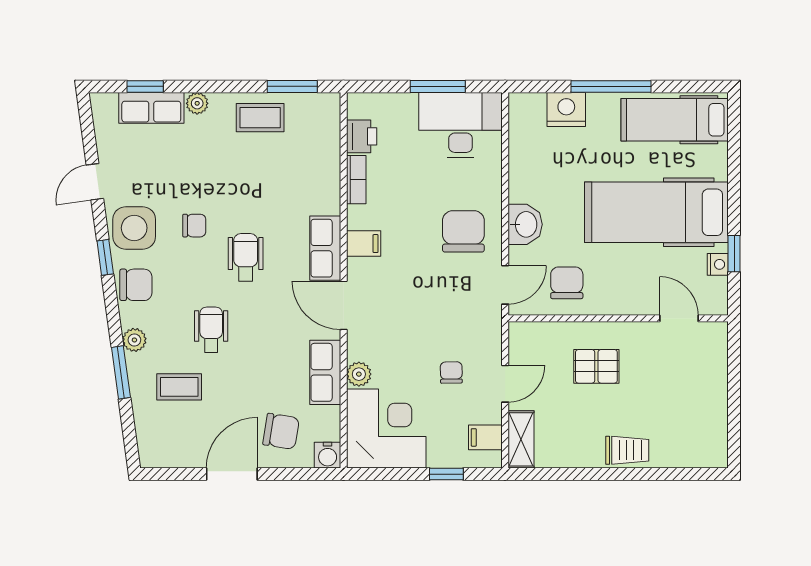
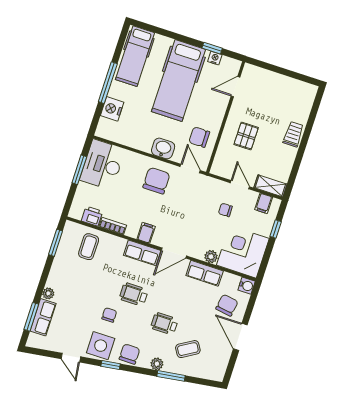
window: (145, 86) -> (31, 317), width x1.50
coffee table: (260, 118) -> (89, 247), moved
chair: (463, 231) -> (156, 181), turned 90
coffee table: (179, 387) -> (188, 349), turned 59

